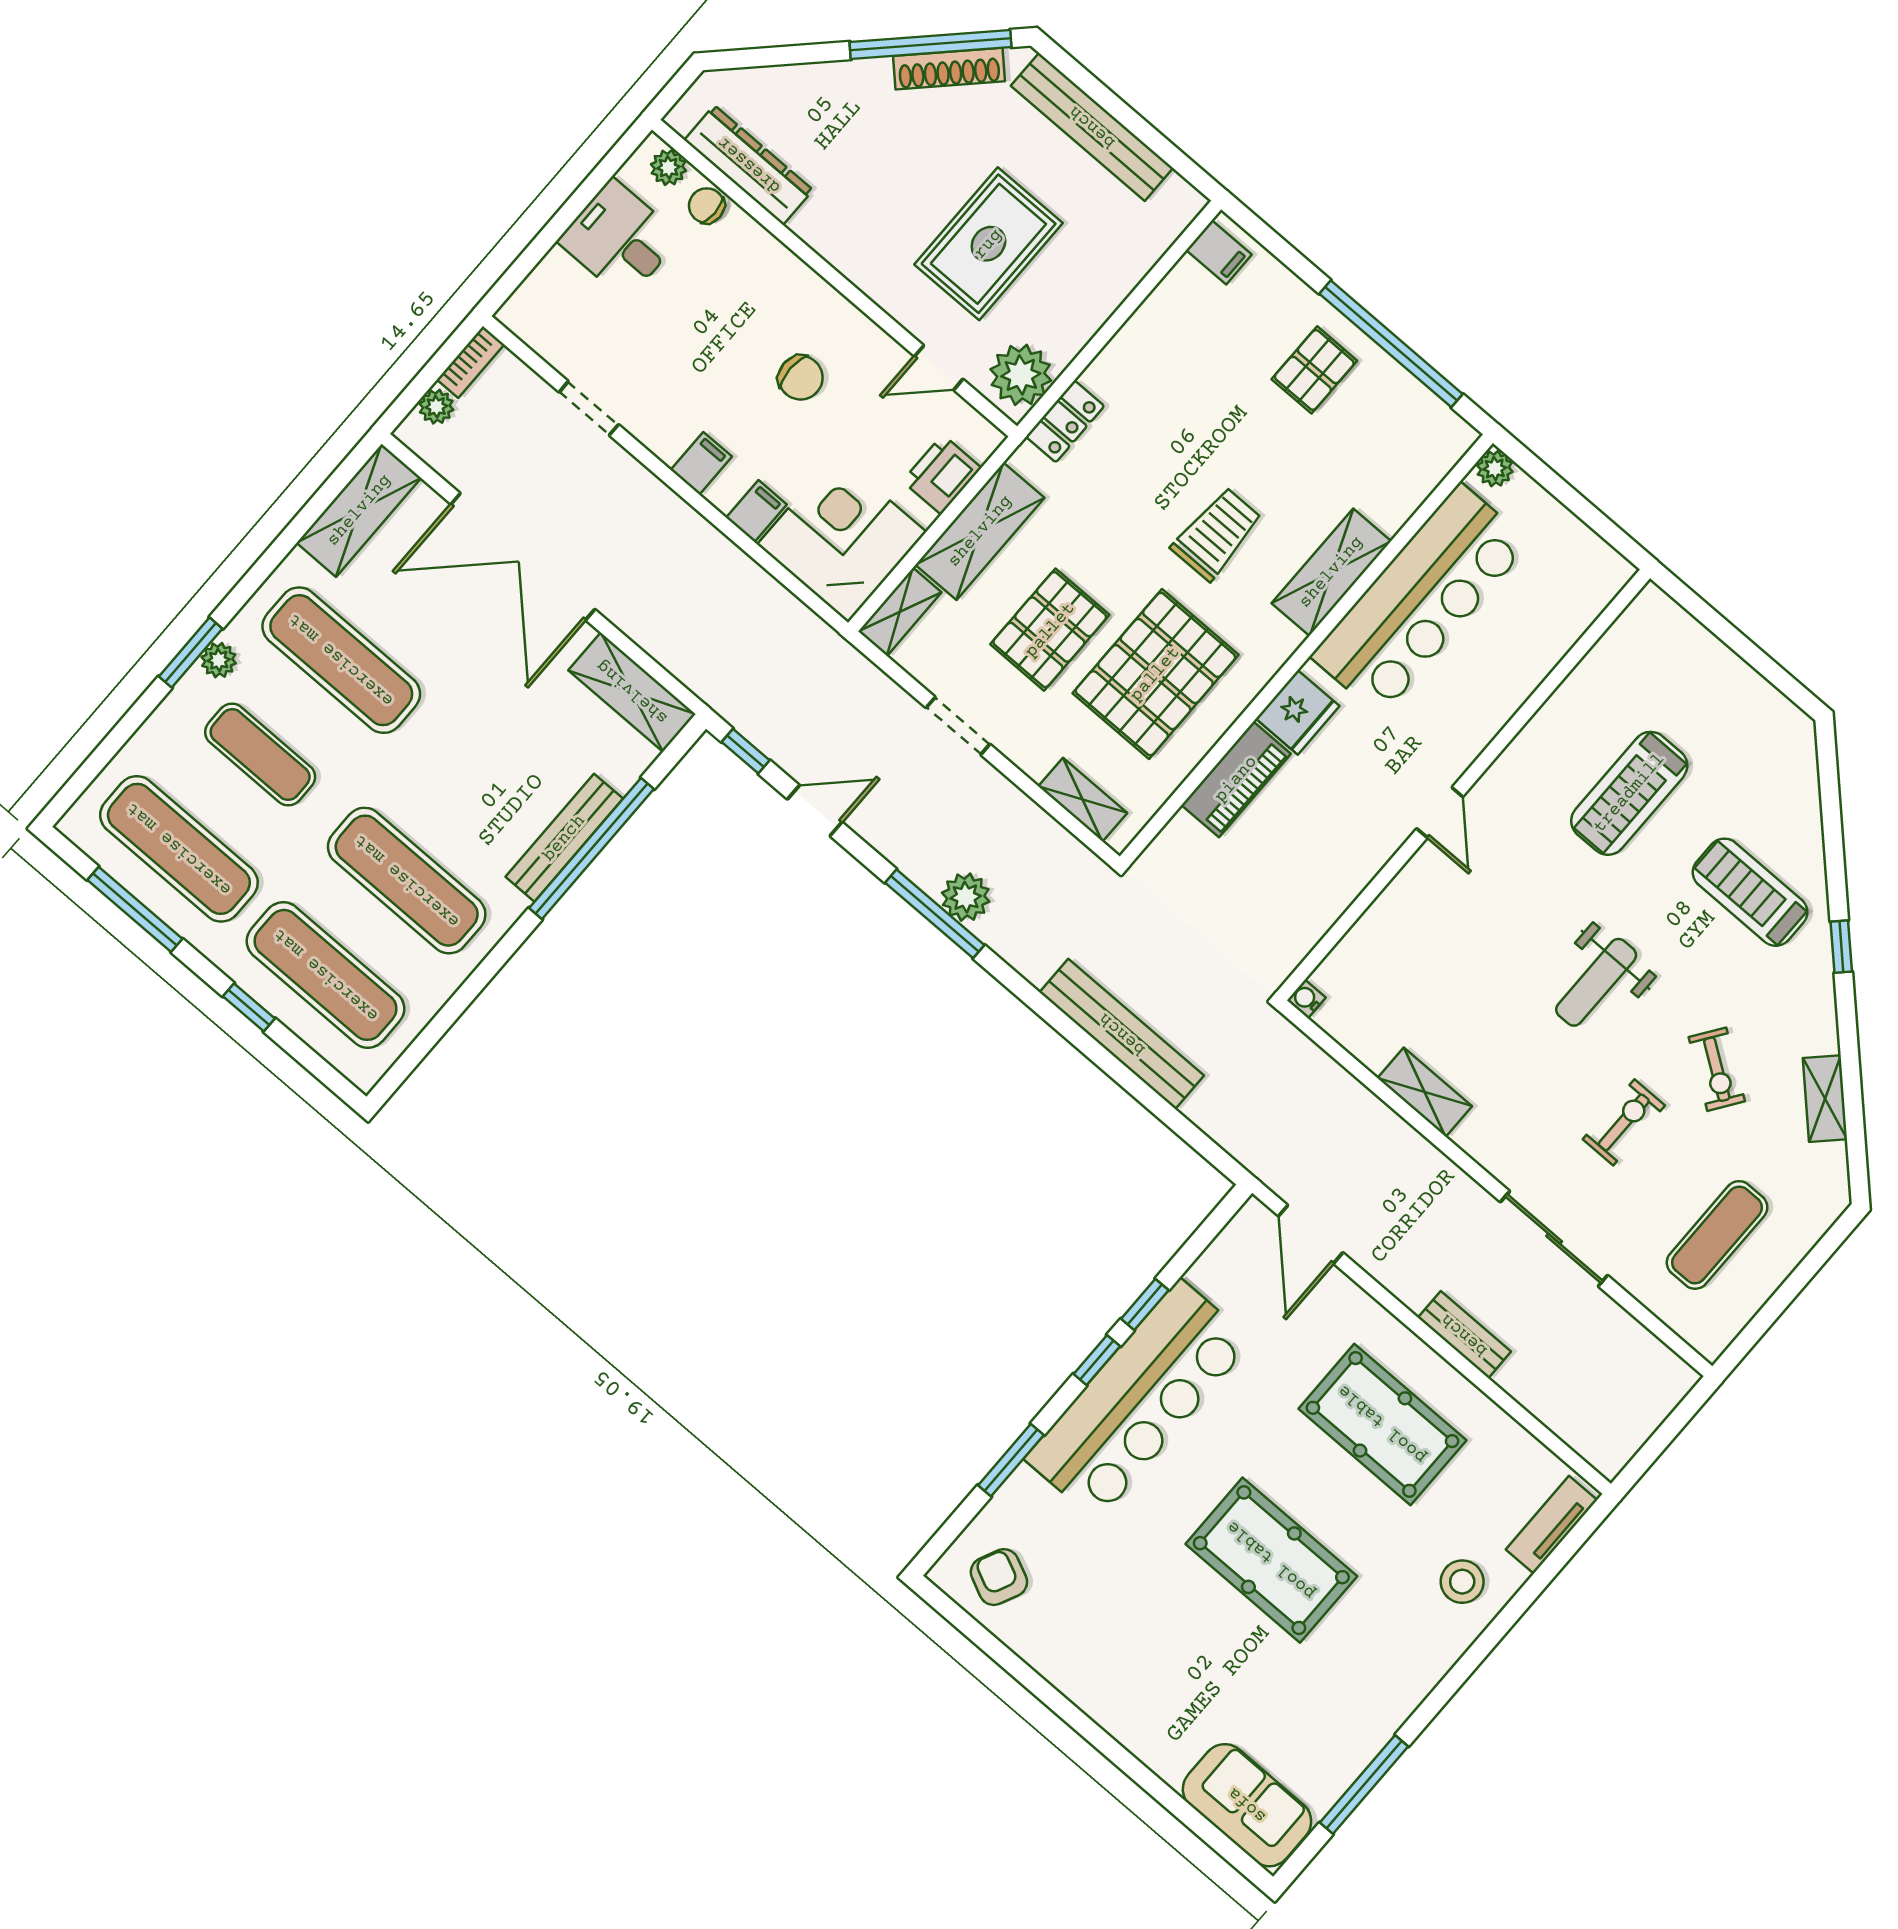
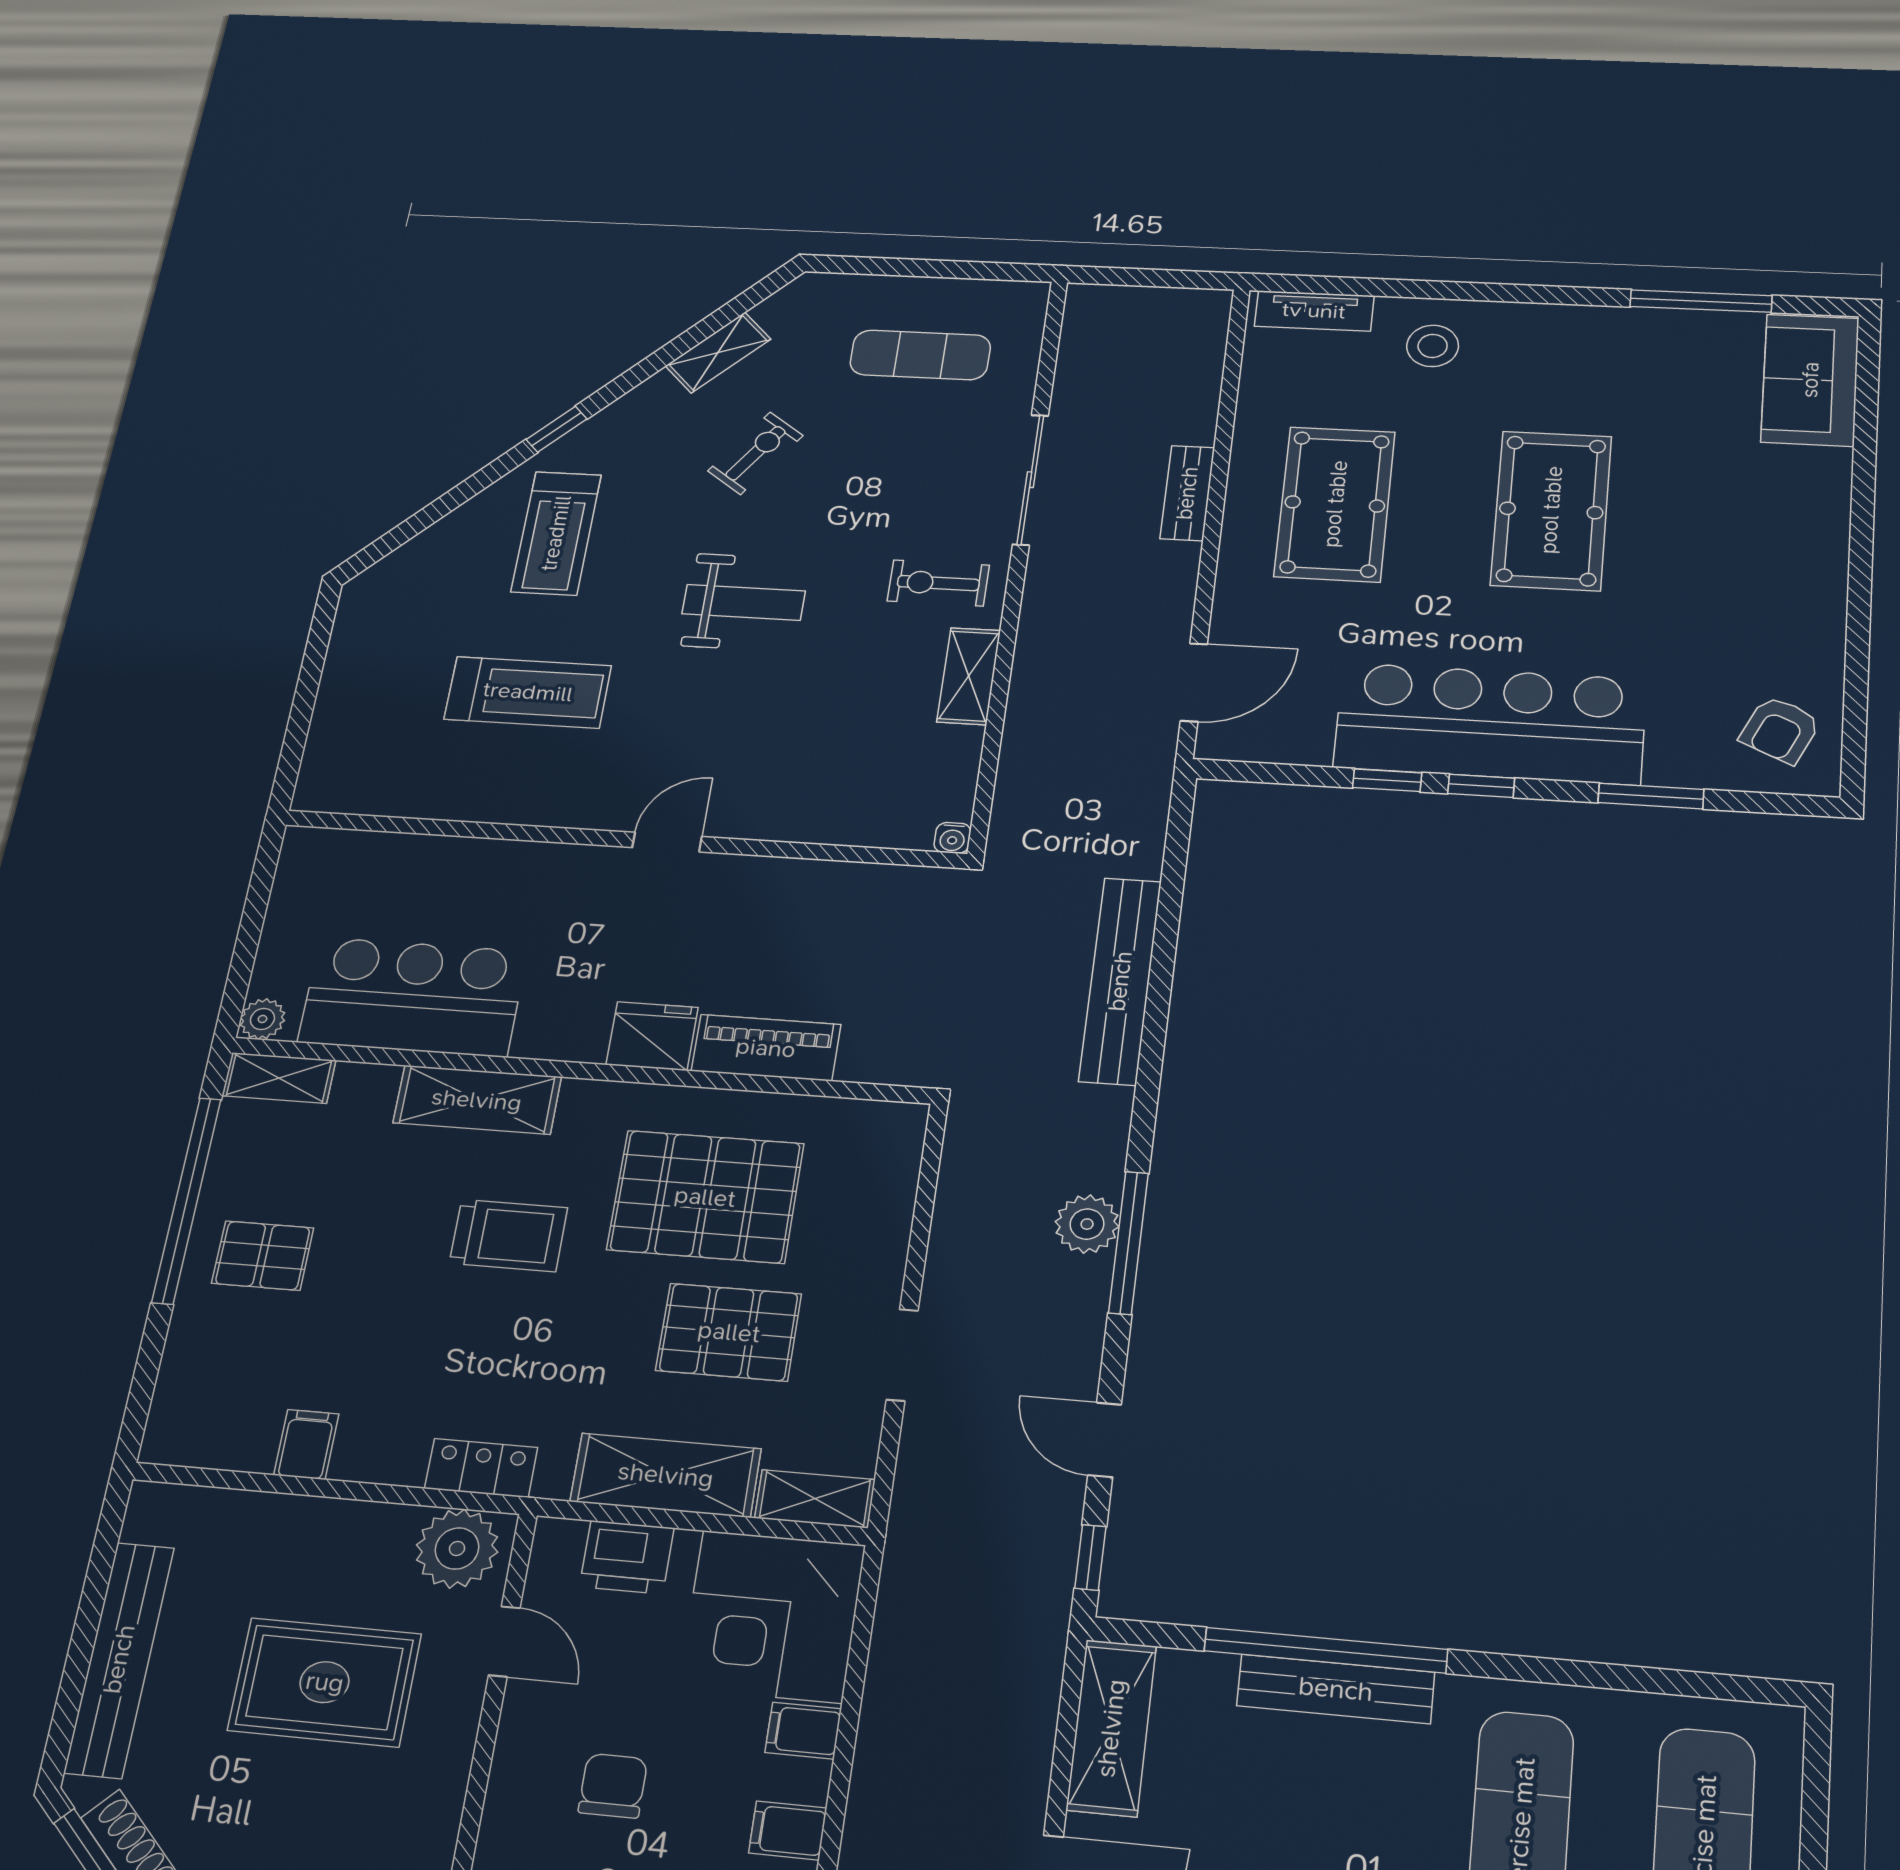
filing cabinet: (1219, 252) -> (306, 1444), moved
trolley: (1217, 534) -> (508, 1235), turned 180
bar counter: (1420, 600) -> (413, 997), width x0.73
shelving: (1083, 800) -> (279, 1078), moved, turned 90
exercise bike: (1624, 1122) -> (938, 583), moved

